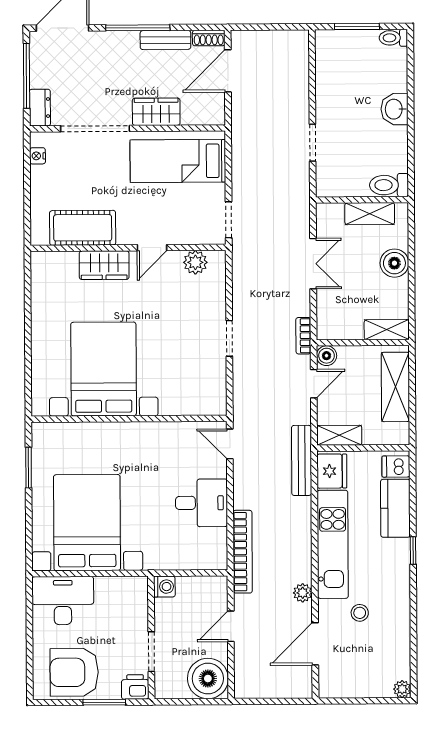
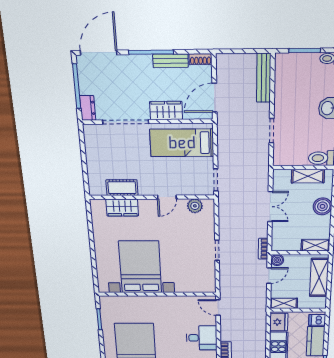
door: (228, 71) -> (214, 98), moved
nightstand: (38, 156) -> (89, 140), removed
cot: (83, 228) -> (122, 188), width x0.73, depth x0.75
wardrobe: (104, 265) -> (122, 208), moved
bench: (302, 460) -> (264, 78), moved

